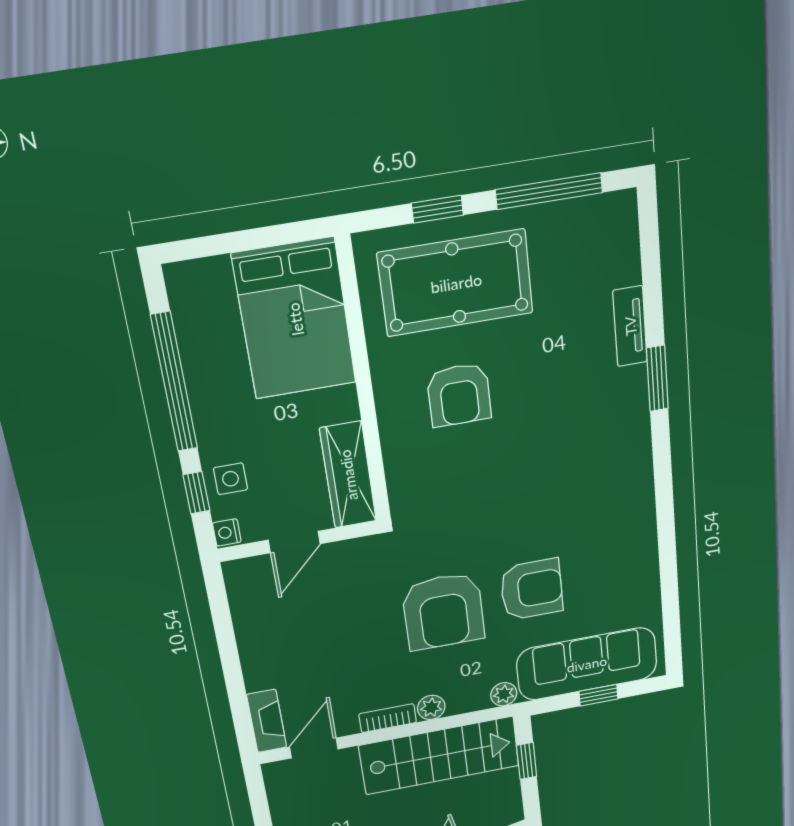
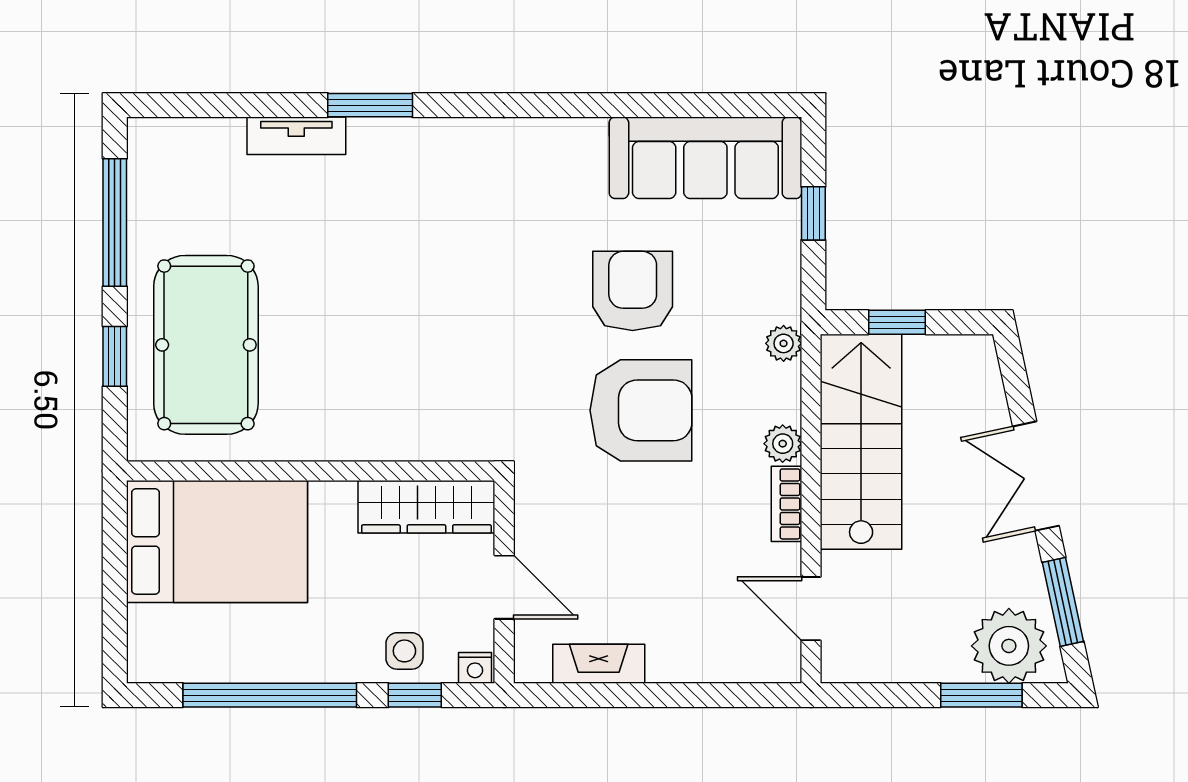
armchair: (459, 395) -> (347, 357), removed
sofa: (587, 664) -> (705, 158), moved, turned -90
fireplace: (267, 721) -> (599, 664), moved

